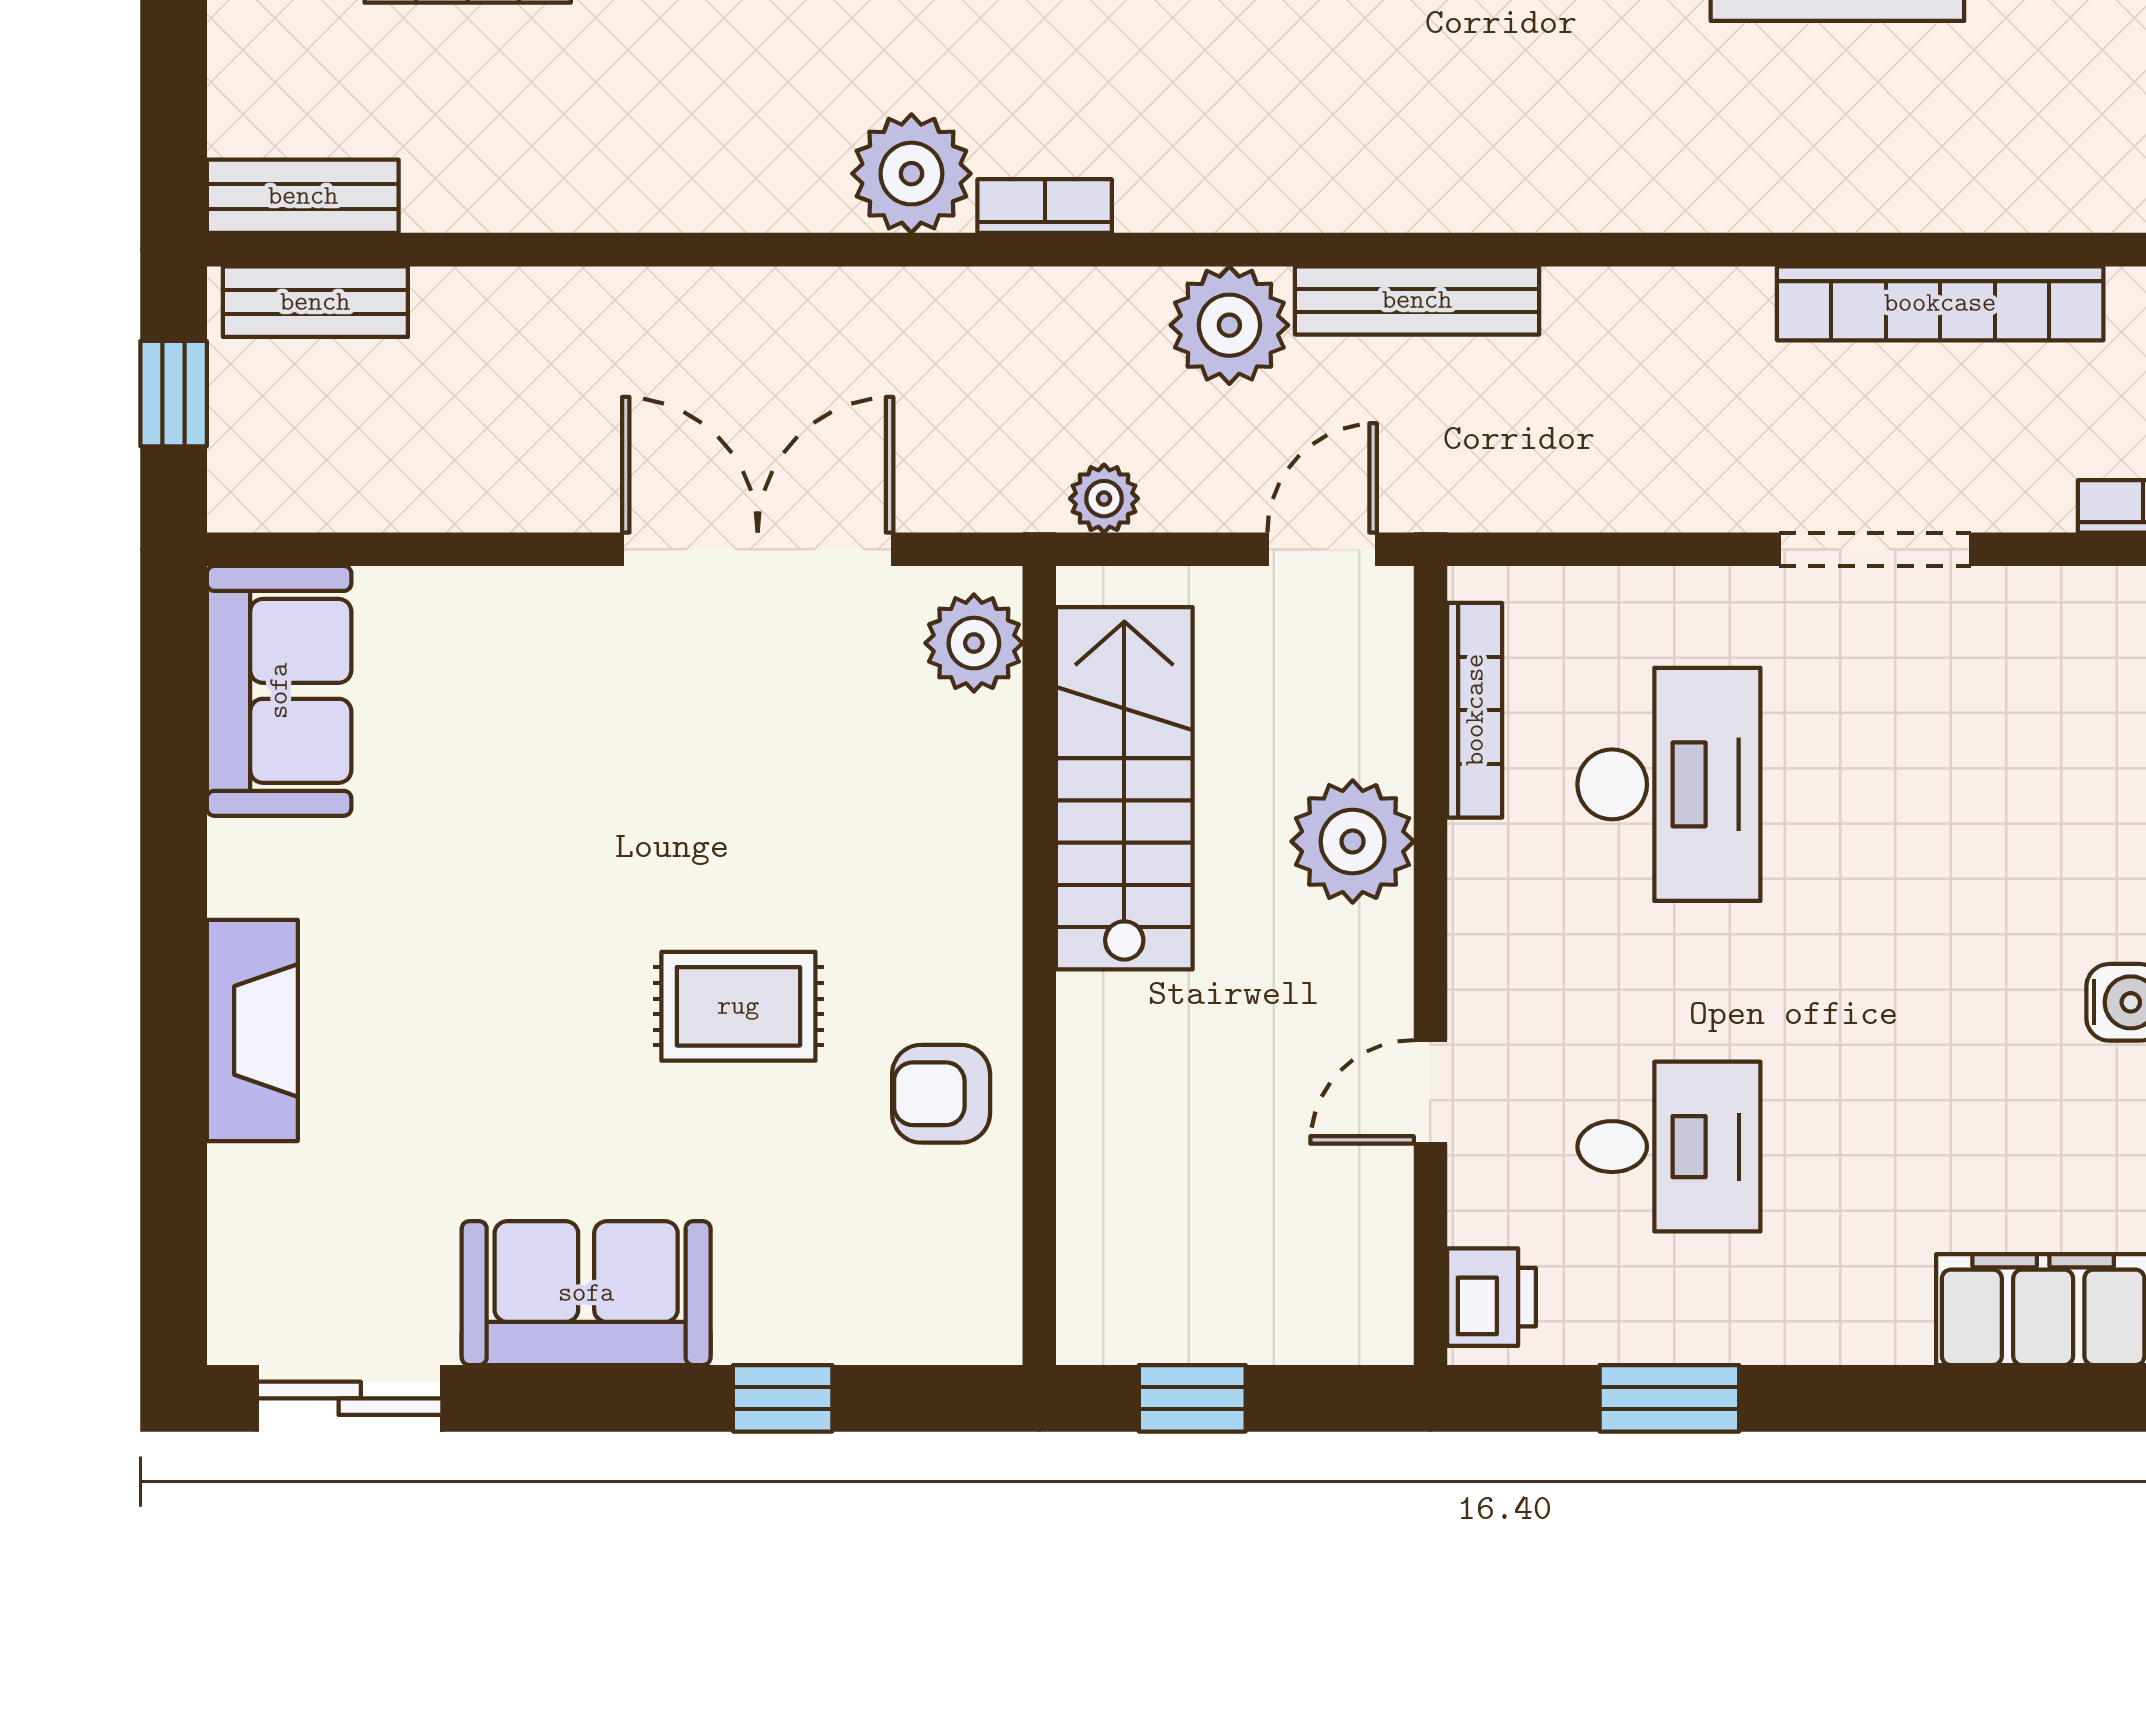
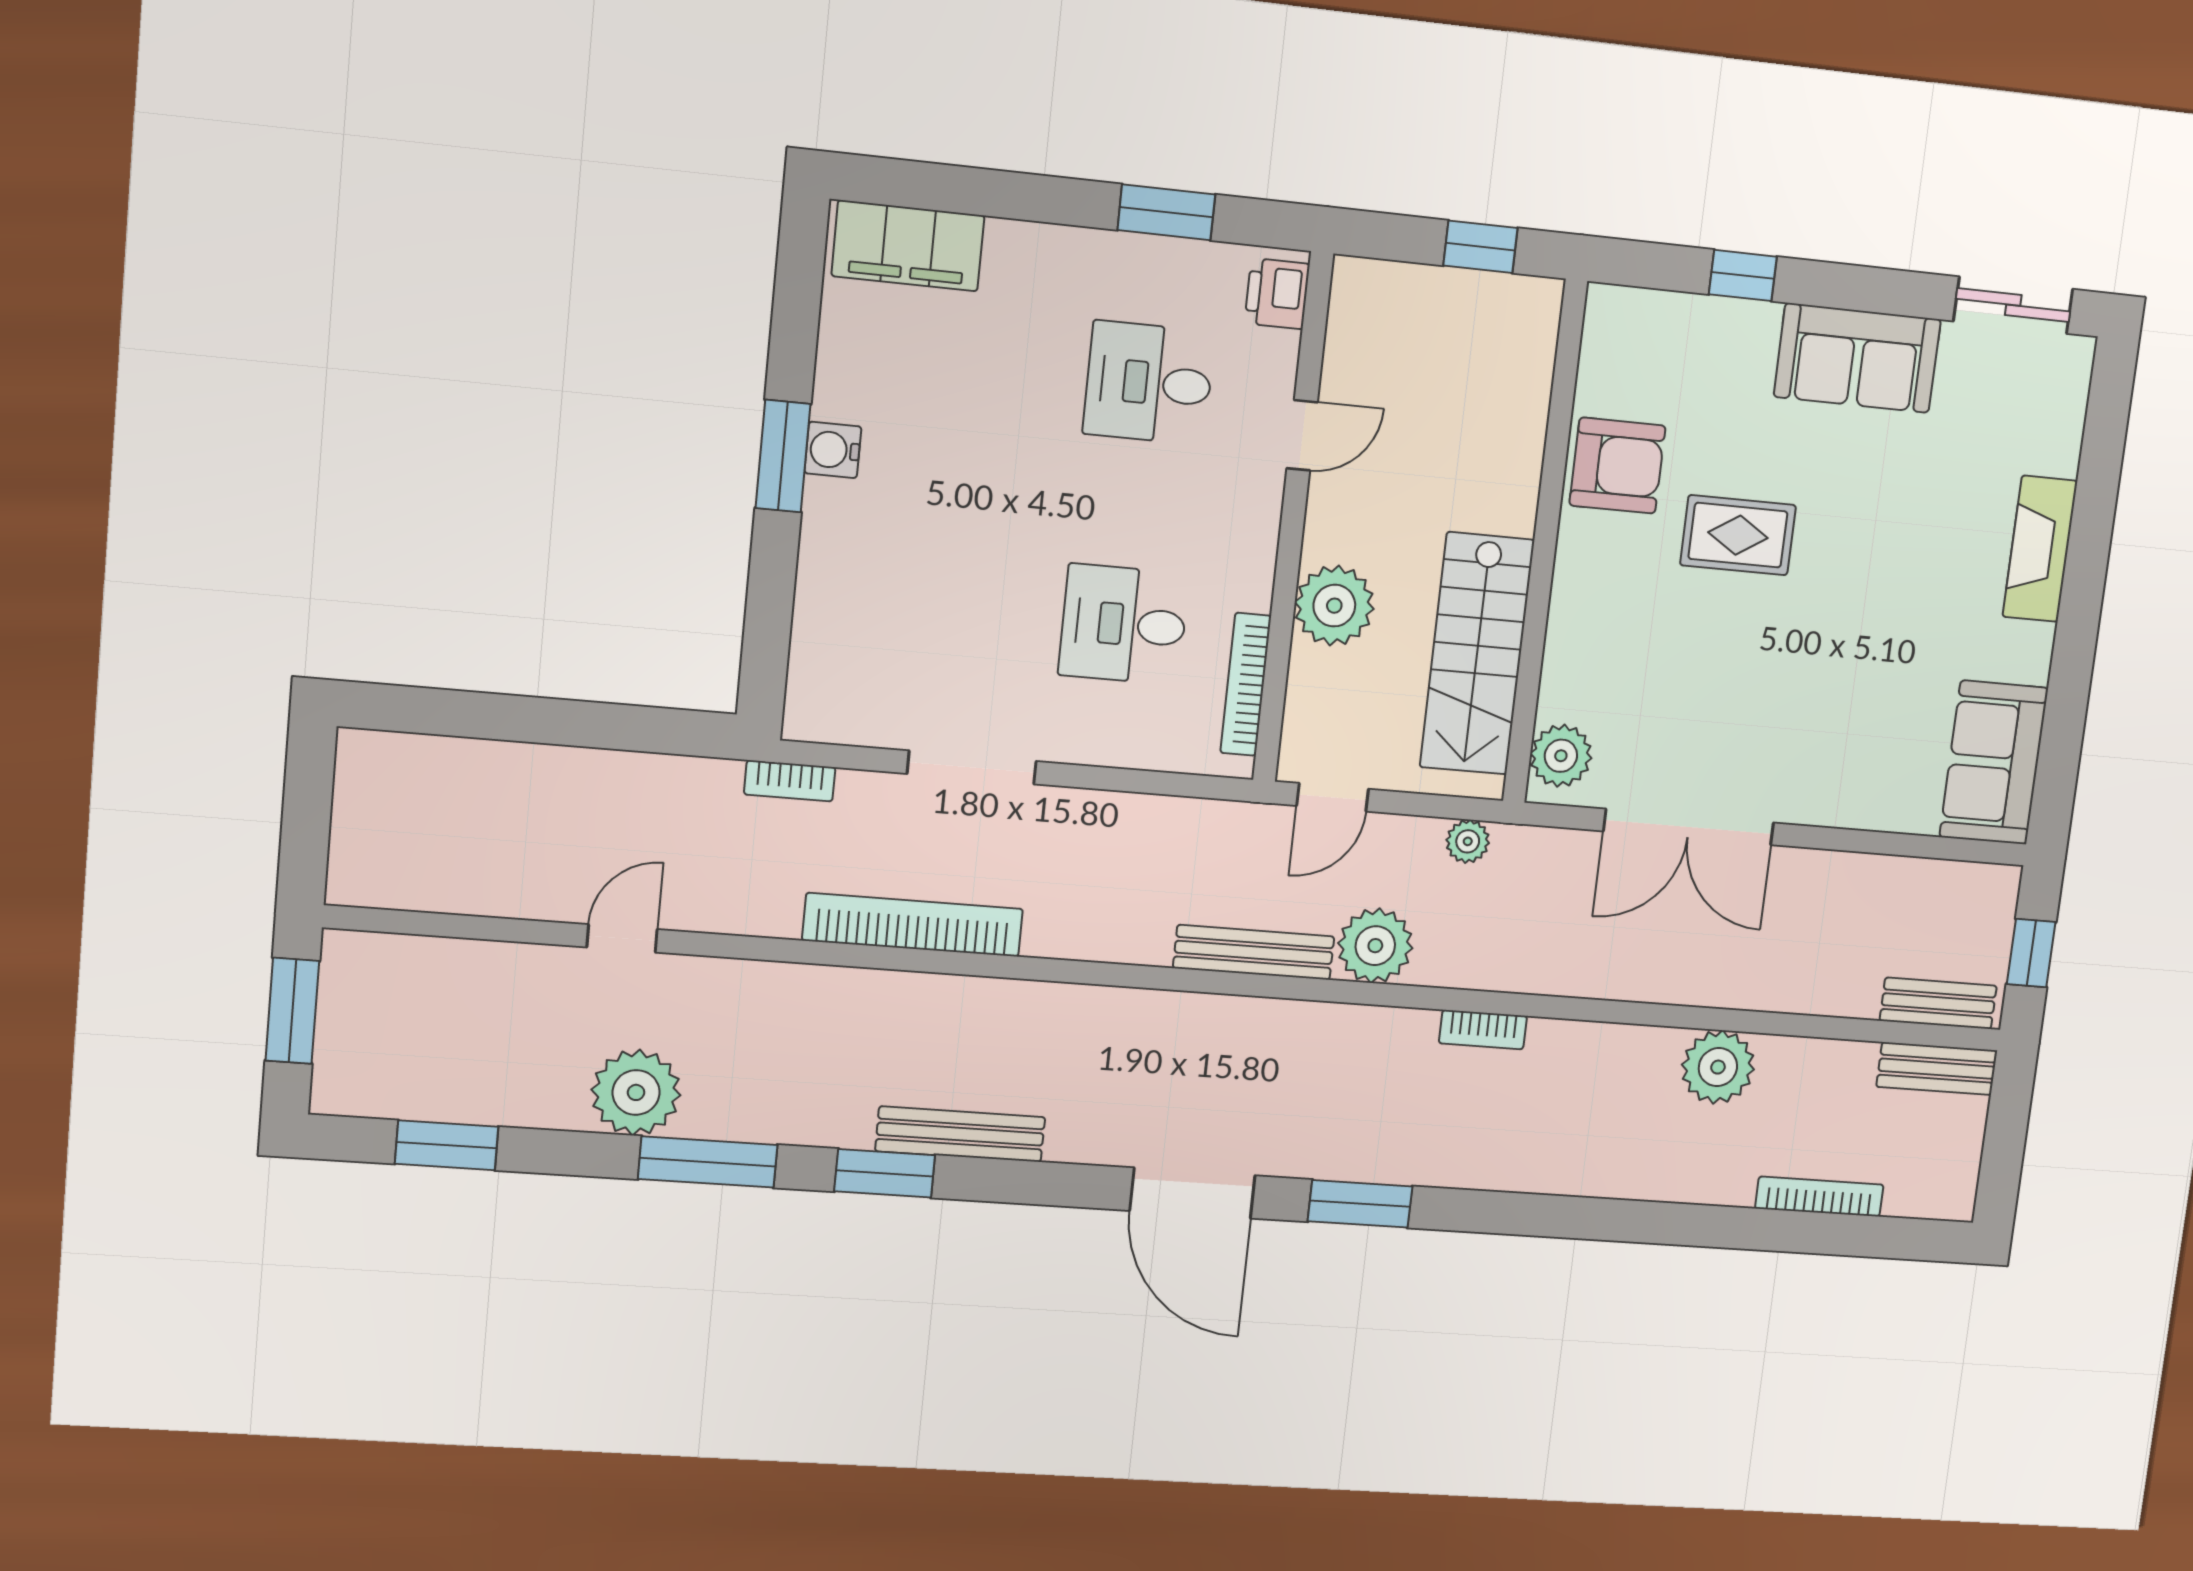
plant: (911, 174) -> (1718, 1067), moved
desk: (1669, 784) -> (1124, 624), width x0.73
armchair: (941, 1094) -> (1617, 466), width x1.38, depth x1.38

